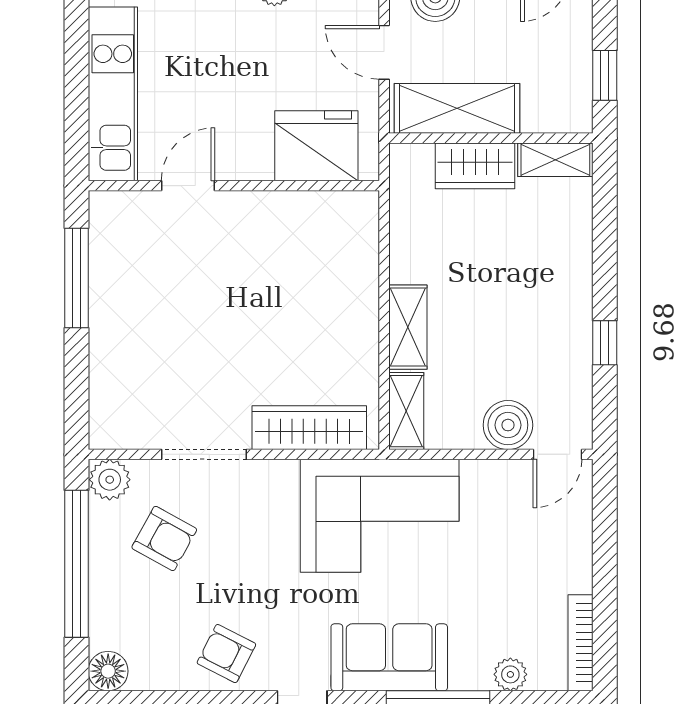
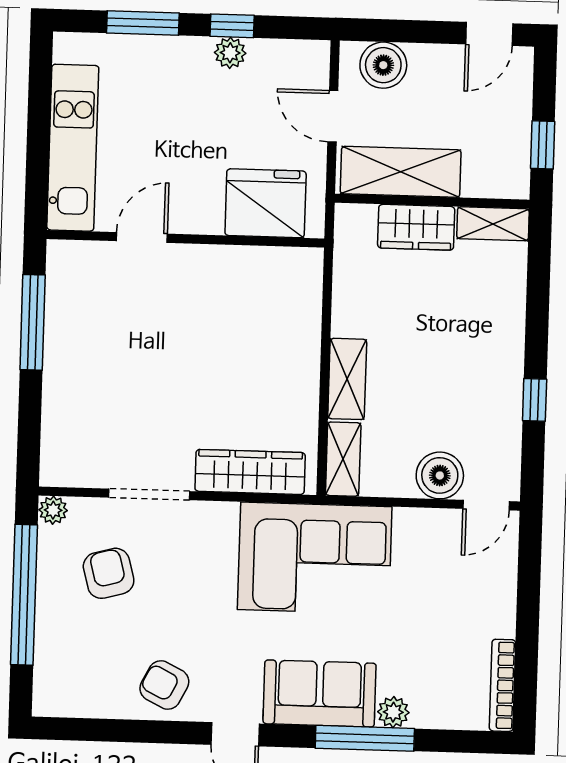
plant: (110, 480) -> (53, 510), width x0.73, depth x0.73
armchair: (164, 538) -> (109, 573), turned -134
floor lamp: (108, 671) -> (51, 698), removed
plant: (510, 674) -> (393, 712), moved

